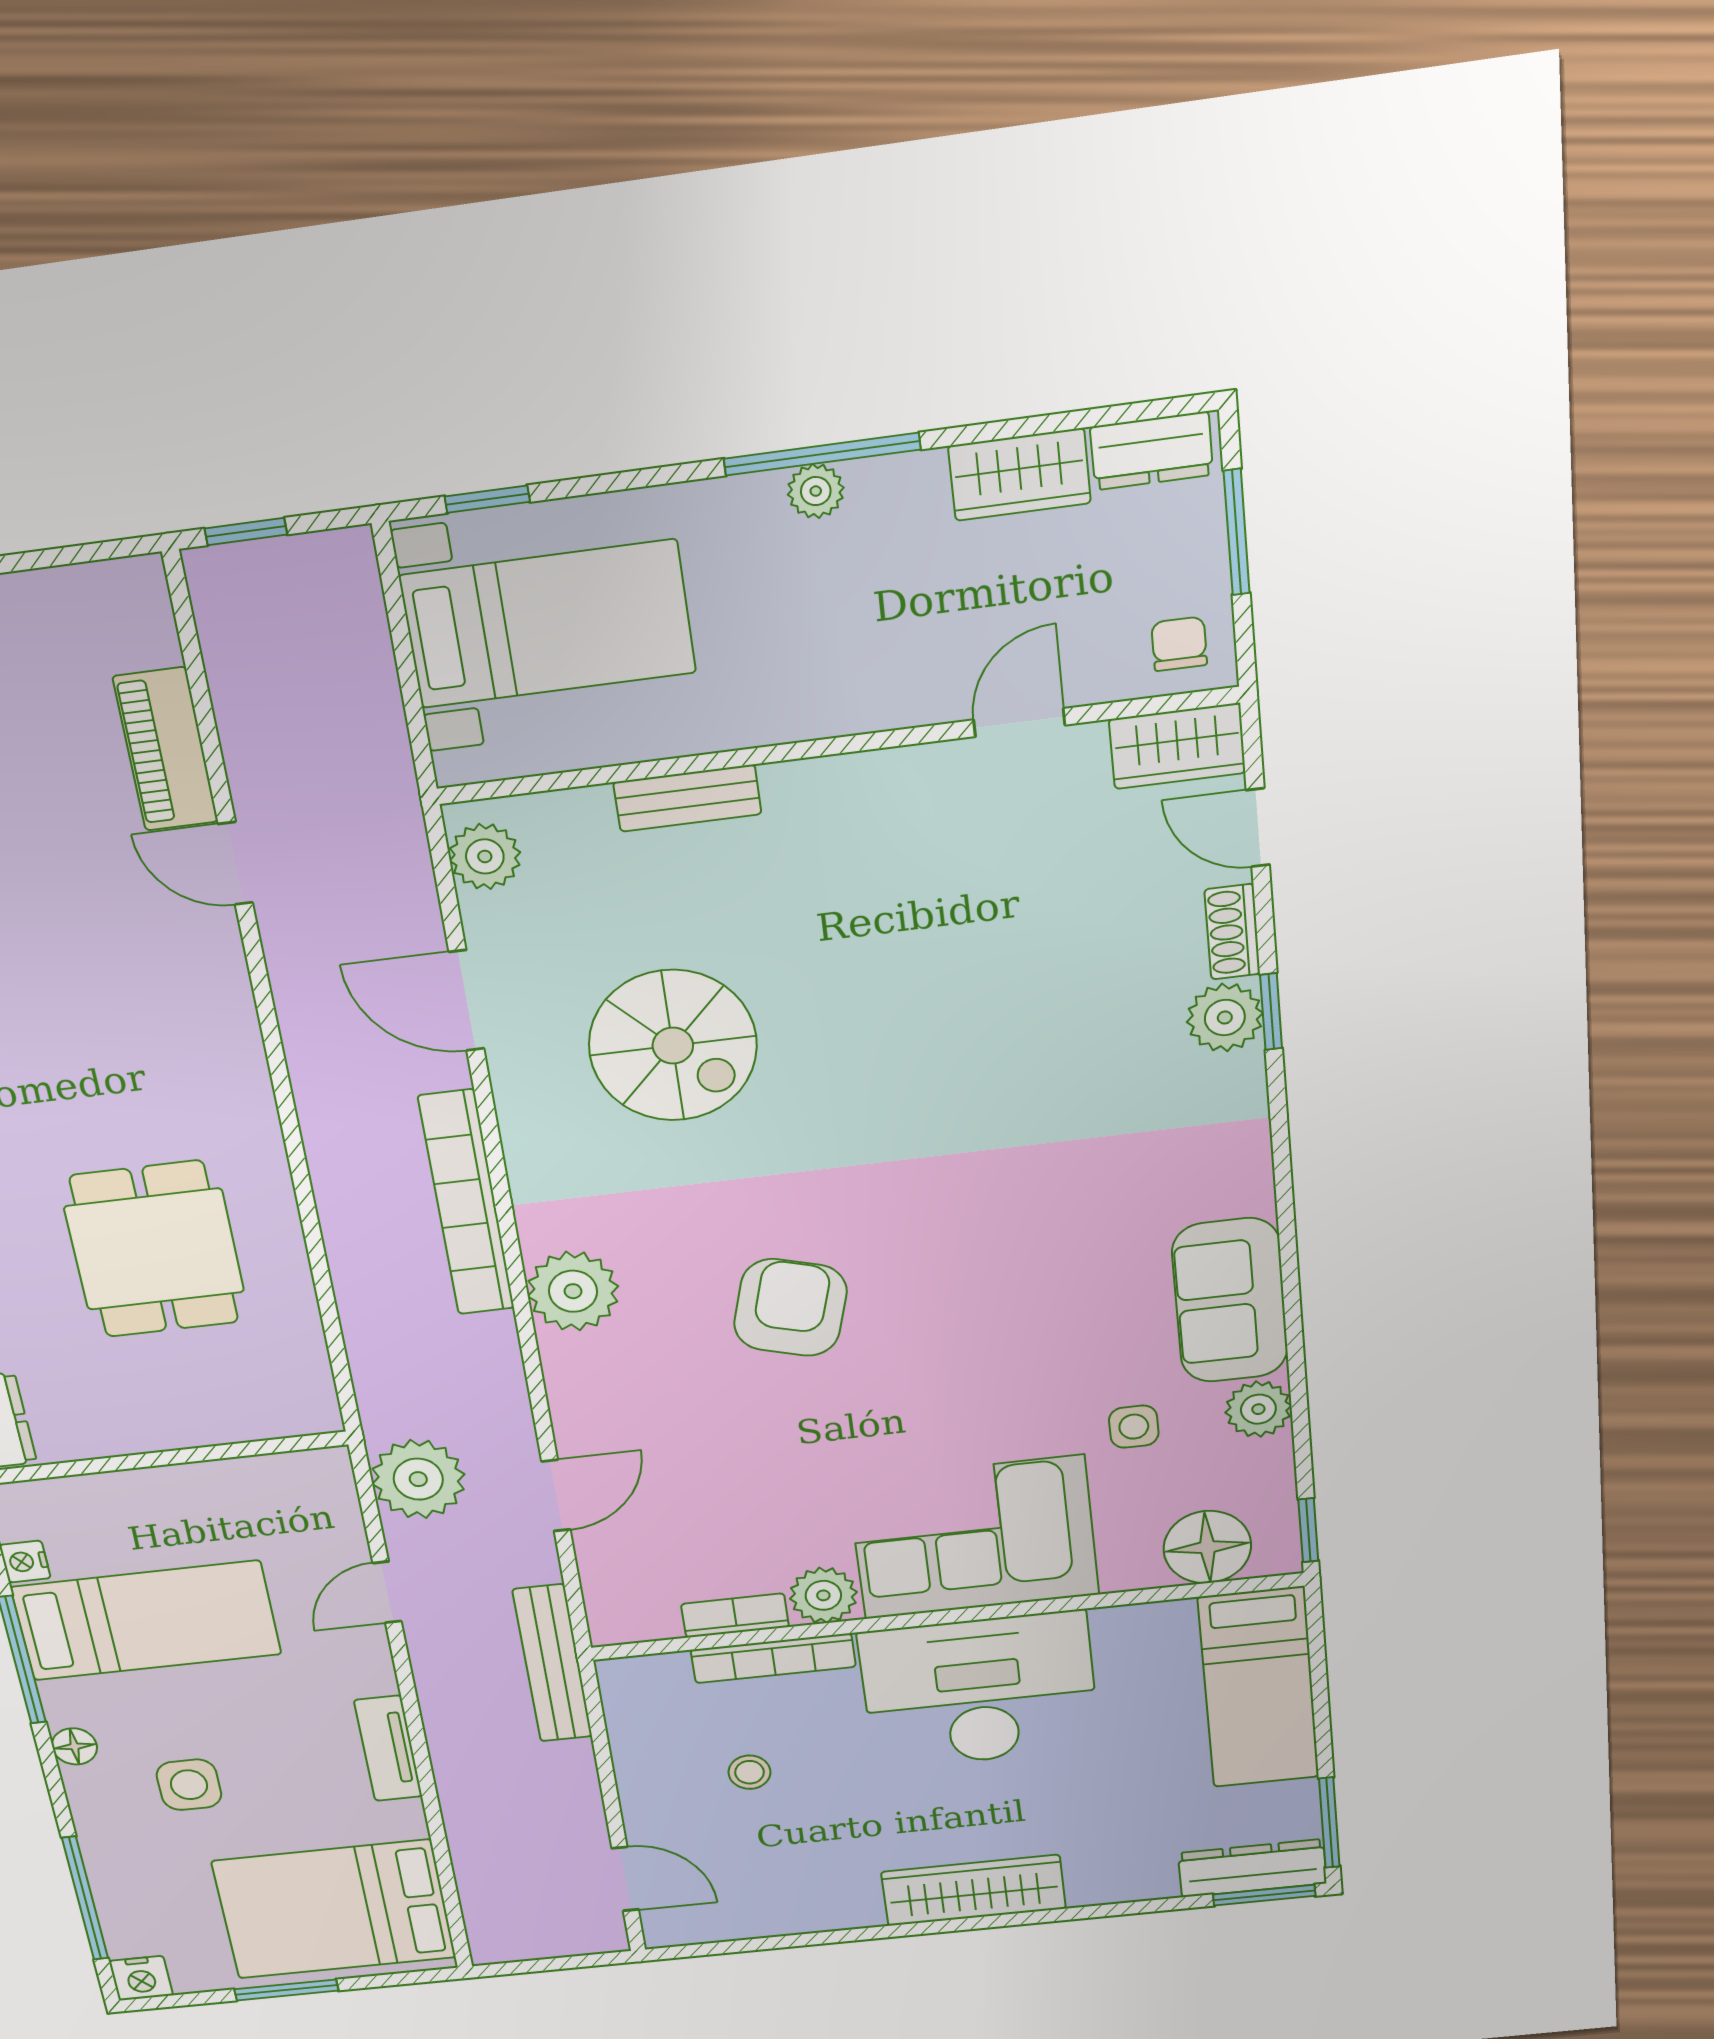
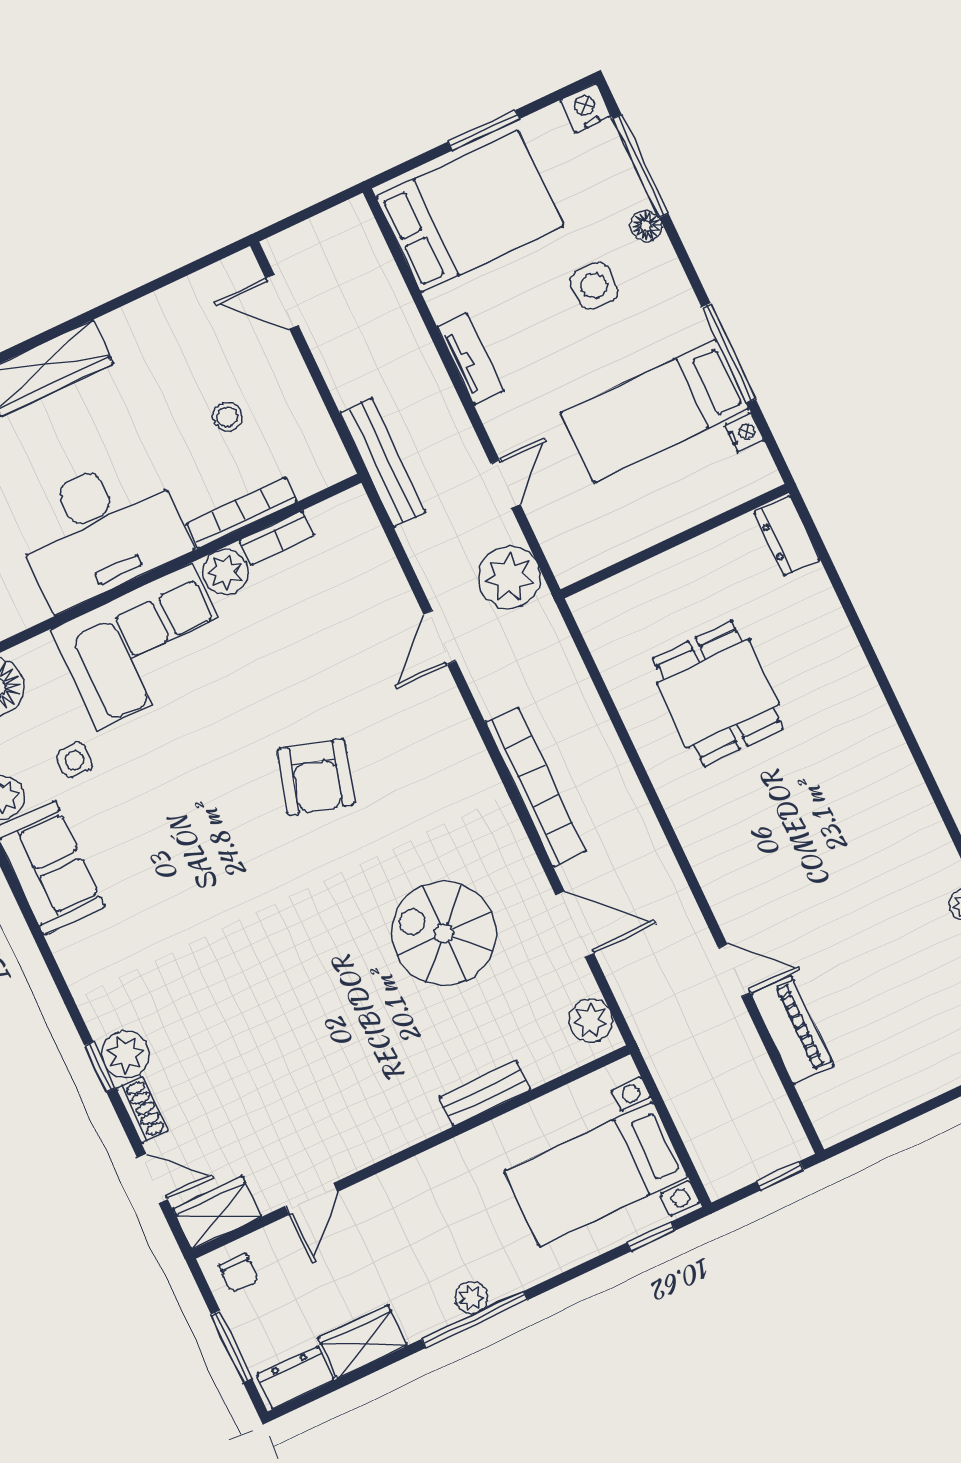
plant: (573, 1291) -> (453, 746), removed
door: (556, 1496) -> (440, 637), moved
floor lamp: (74, 1746) -> (646, 226), moved

